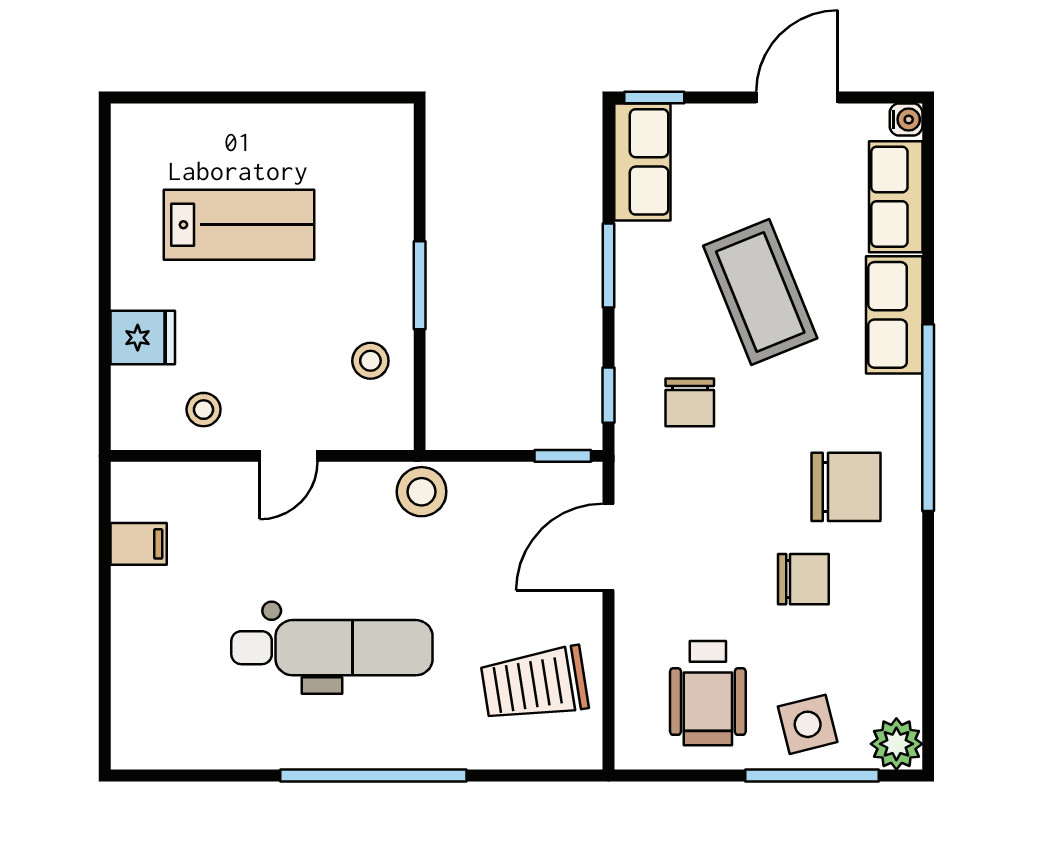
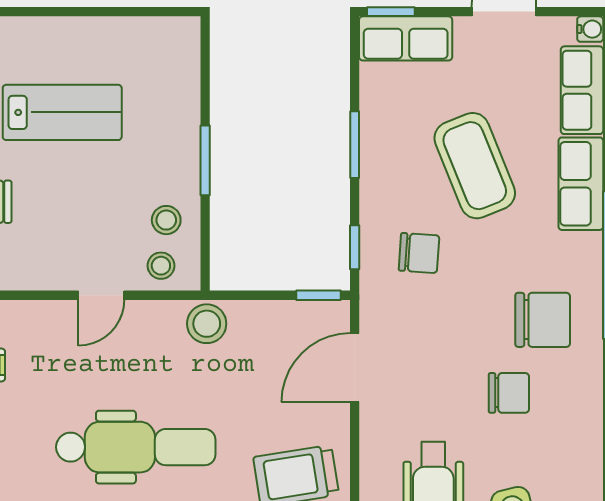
row of seats: (642, 162) -> (406, 38), moved, turned 90
chair: (690, 402) -> (419, 253), turned -86
stool: (204, 410) -> (161, 266), moved

